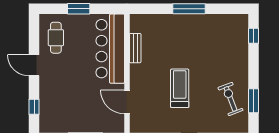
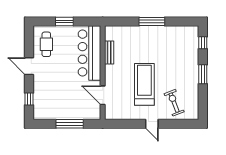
treadmill: (180, 88) -> (144, 84), width x1.37, depth x1.38
exercise bike: (230, 99) -> (174, 103), moved
window: (253, 101) -> (203, 74), moved

